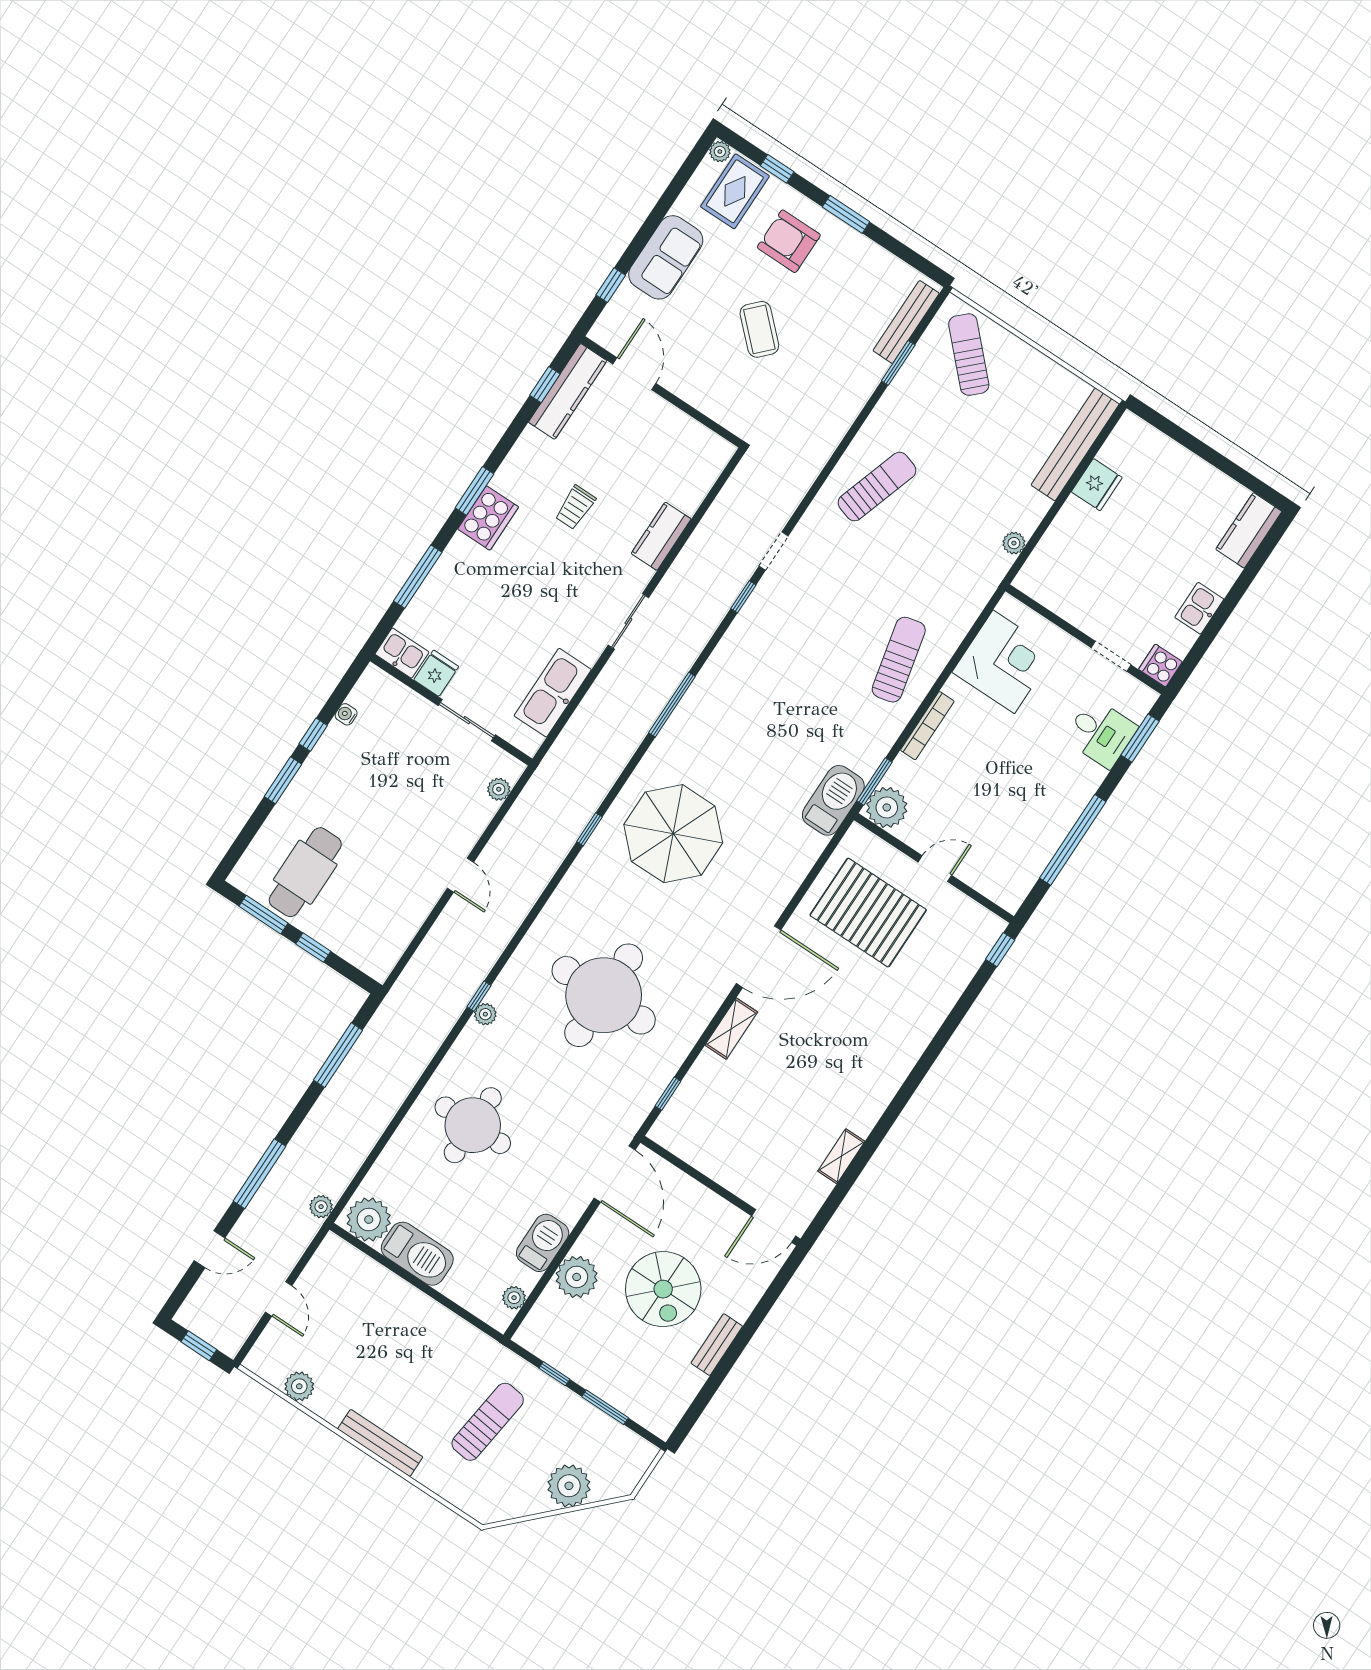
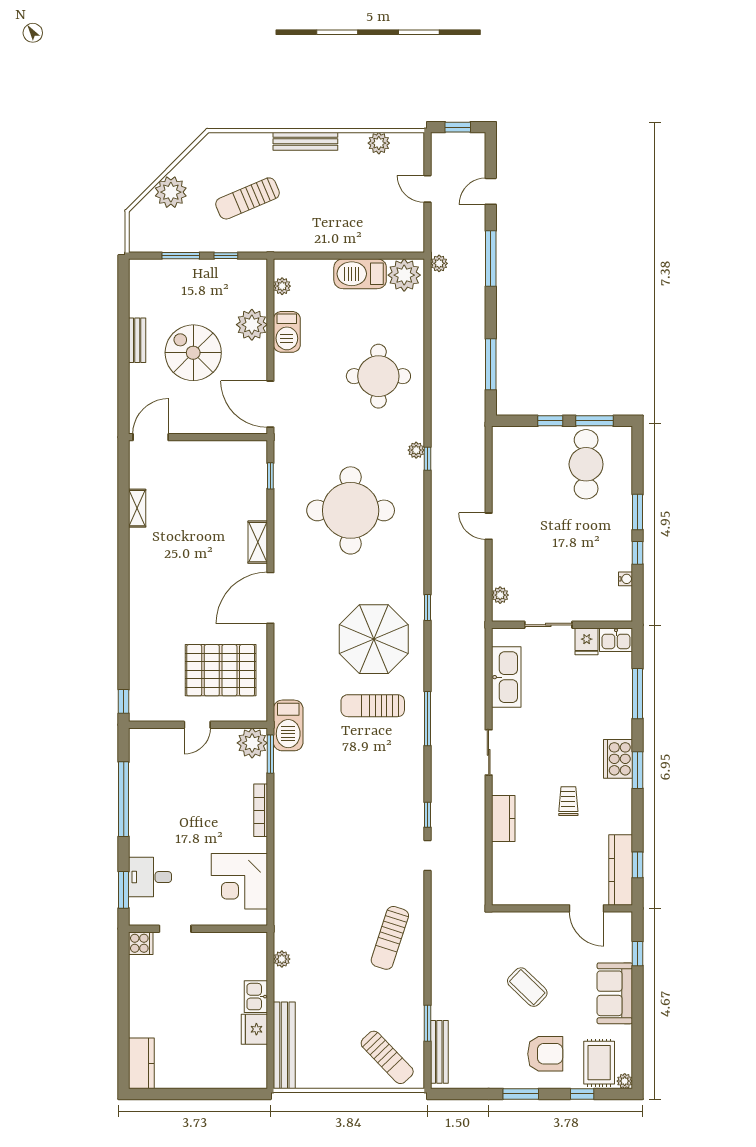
kitchen sink: (1199, 608) -> (256, 997), moved, turned 180
sun lounger: (899, 660) -> (373, 706), moved, turned 103
sun lounger: (488, 1422) -> (248, 198), turned 60

